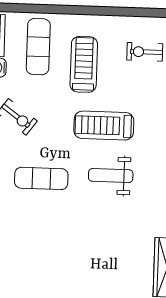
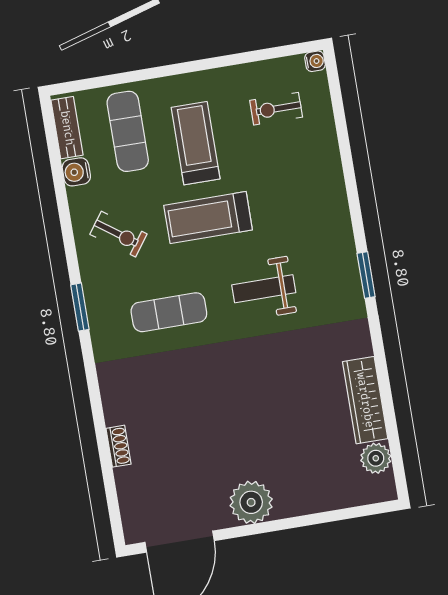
treadmill: (104, 126) -> (208, 218), moved

